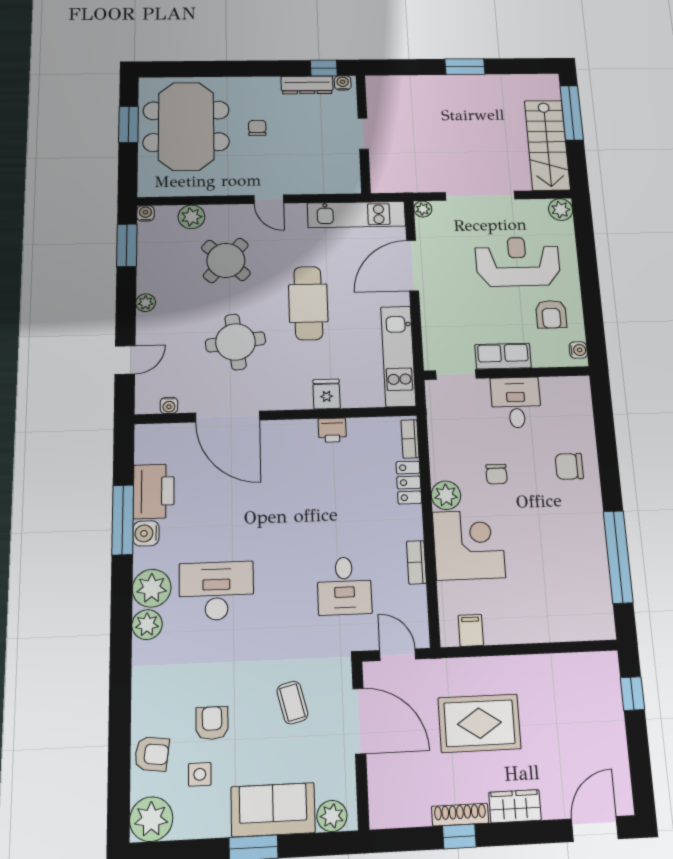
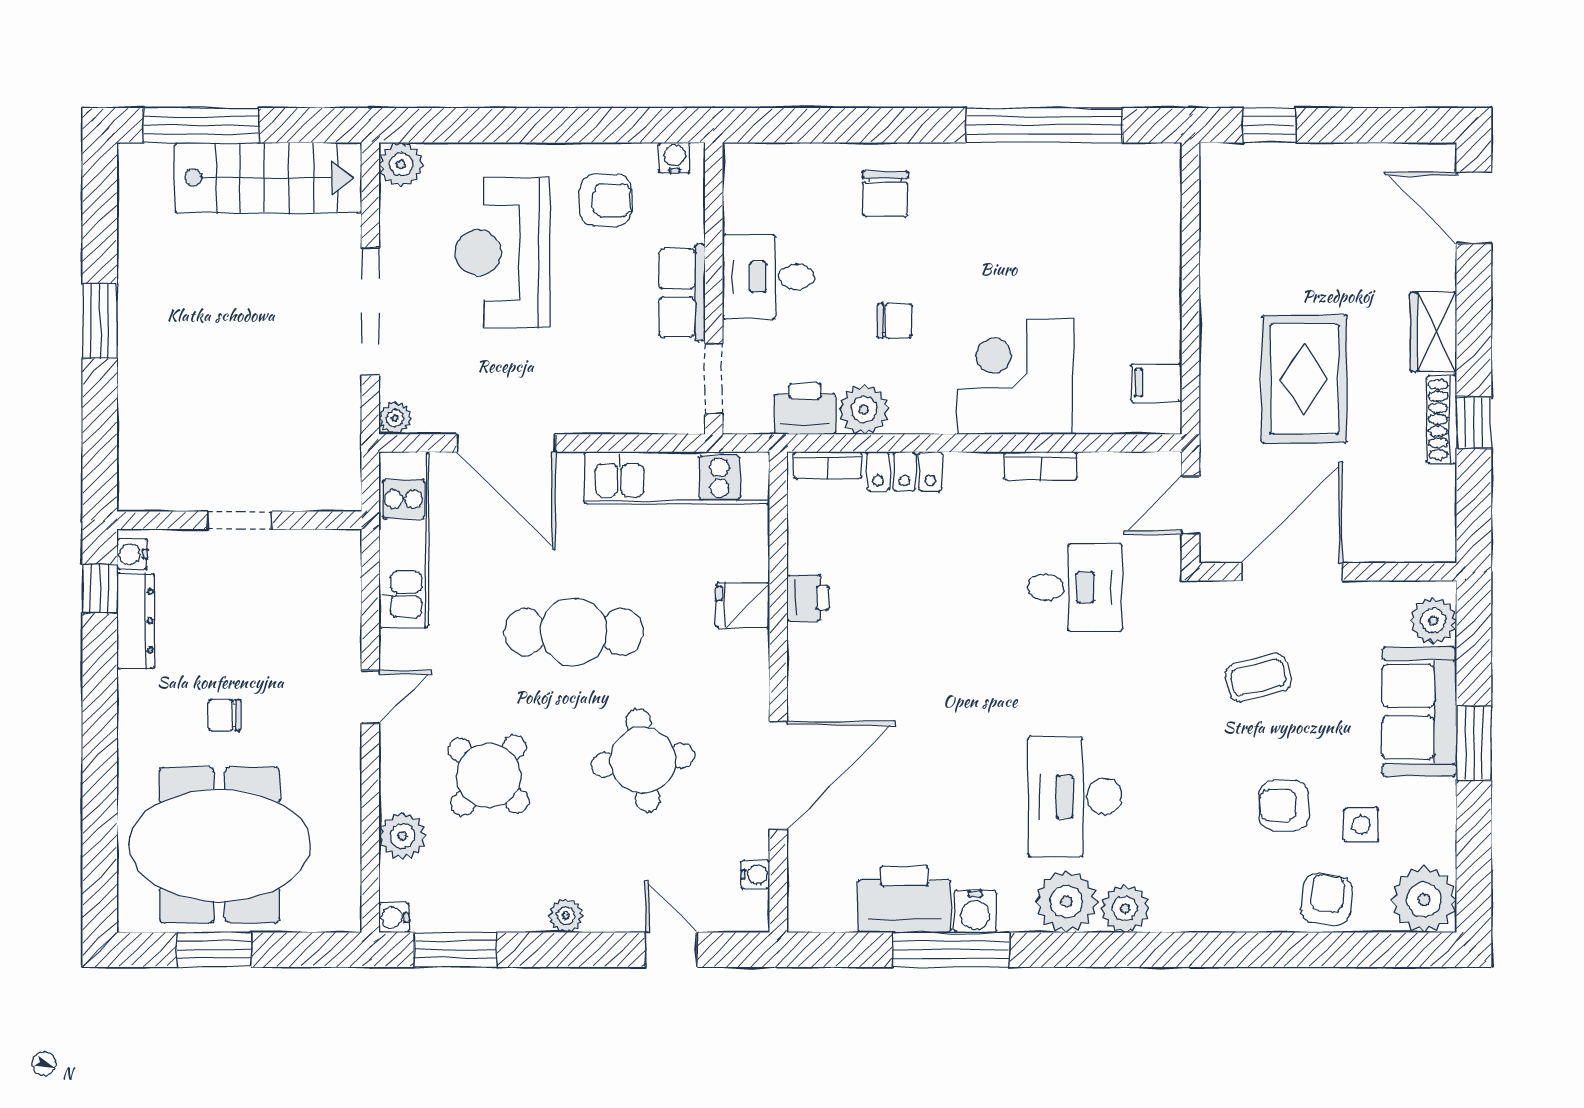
printer: (442, 425) -> (805, 409), added
plant: (446, 495) -> (864, 410), moved

